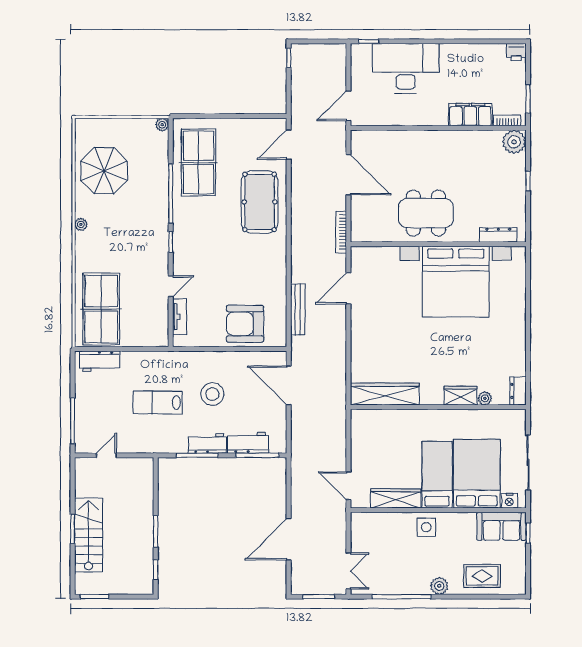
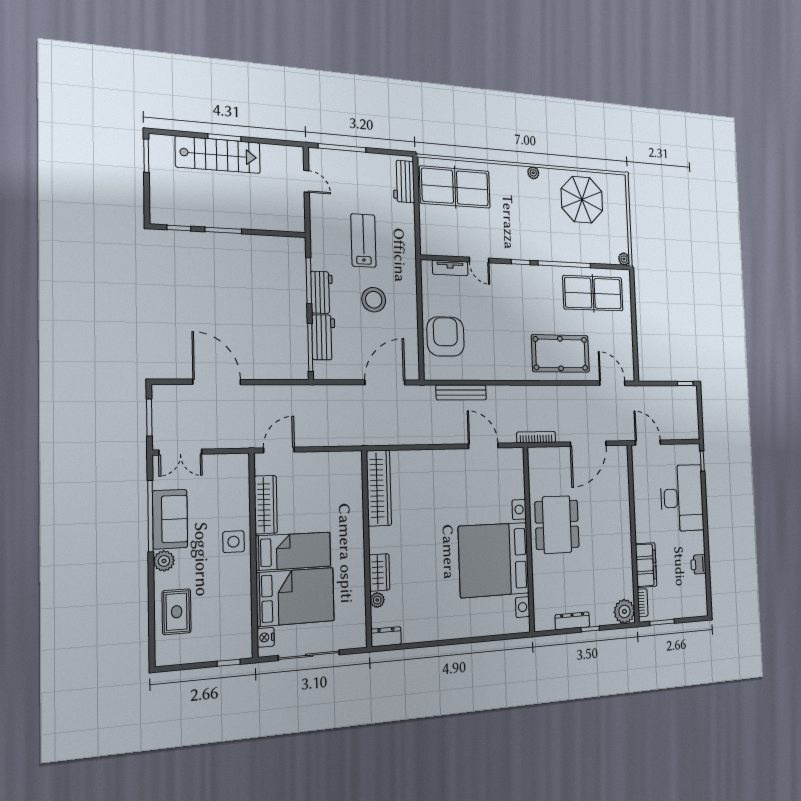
printer: (516, 52) -> (698, 564), moved
dresser: (498, 235) -> (572, 621), moved, turned -90
sofa: (501, 526) -> (170, 519), moved, turned 180

